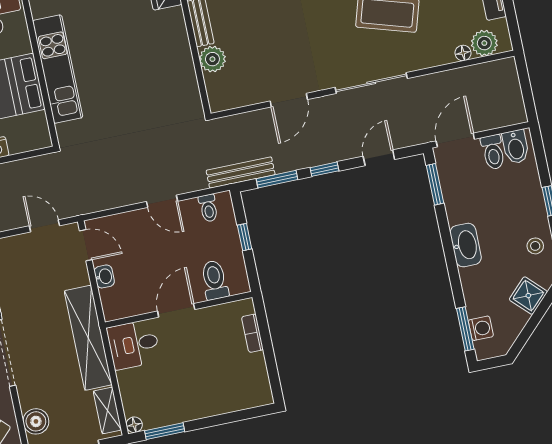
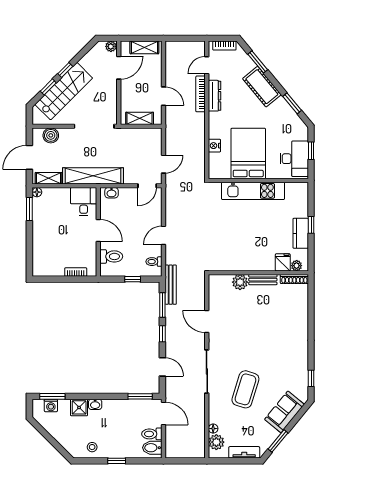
washbasin: (466, 245) -> (95, 404), width x0.52, depth x0.69
washbasin: (104, 276) -> (112, 193), moved
shower: (528, 296) -> (79, 407), moved, turned 45

